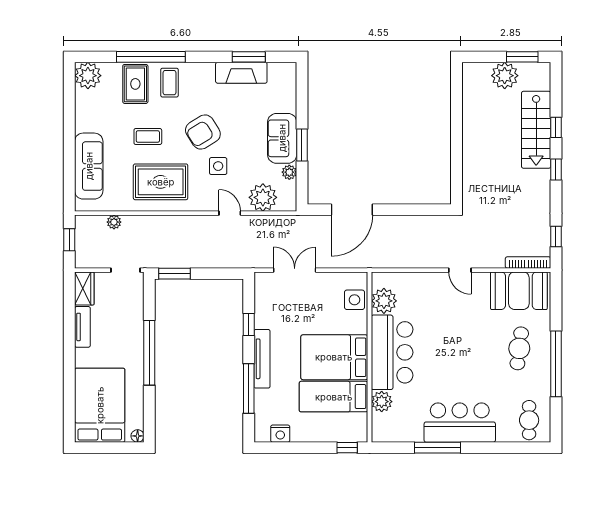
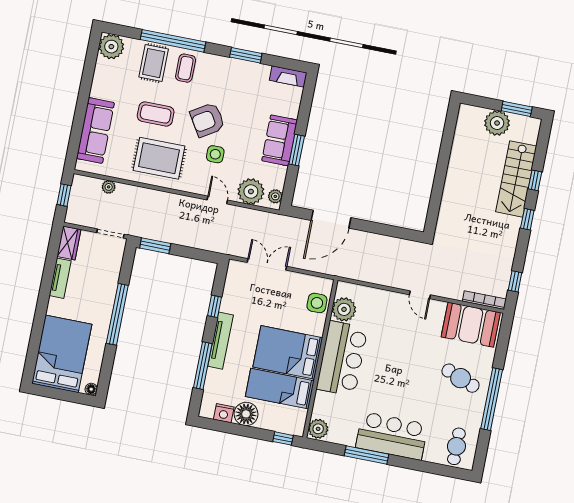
window: (249, 57) -> (246, 55), moved
fireplace: (241, 73) -> (288, 76), moved, width x0.73, depth x0.76
coffee table: (148, 137) -> (156, 114), width x1.36, depth x1.30
plant: (289, 172) -> (275, 196), moved
cafe table: (519, 348) -> (461, 378), turned -76
plant: (382, 402) -> (318, 429), moved
floor lamp: (304, 430) -> (246, 414), added

